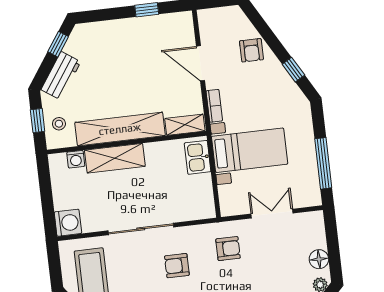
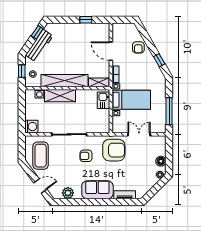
workbench: (61, 76) -> (39, 45), width x1.38
armchair: (228, 249) -> (114, 150), width x1.88, depth x1.88

